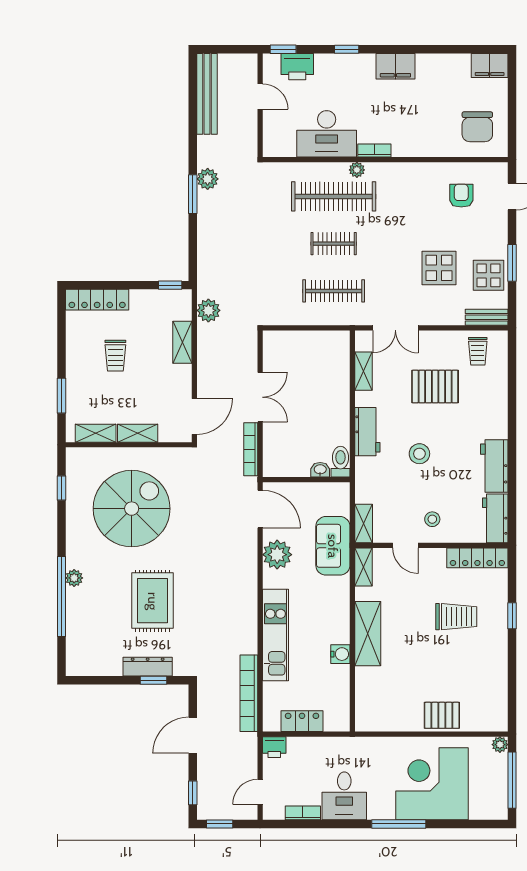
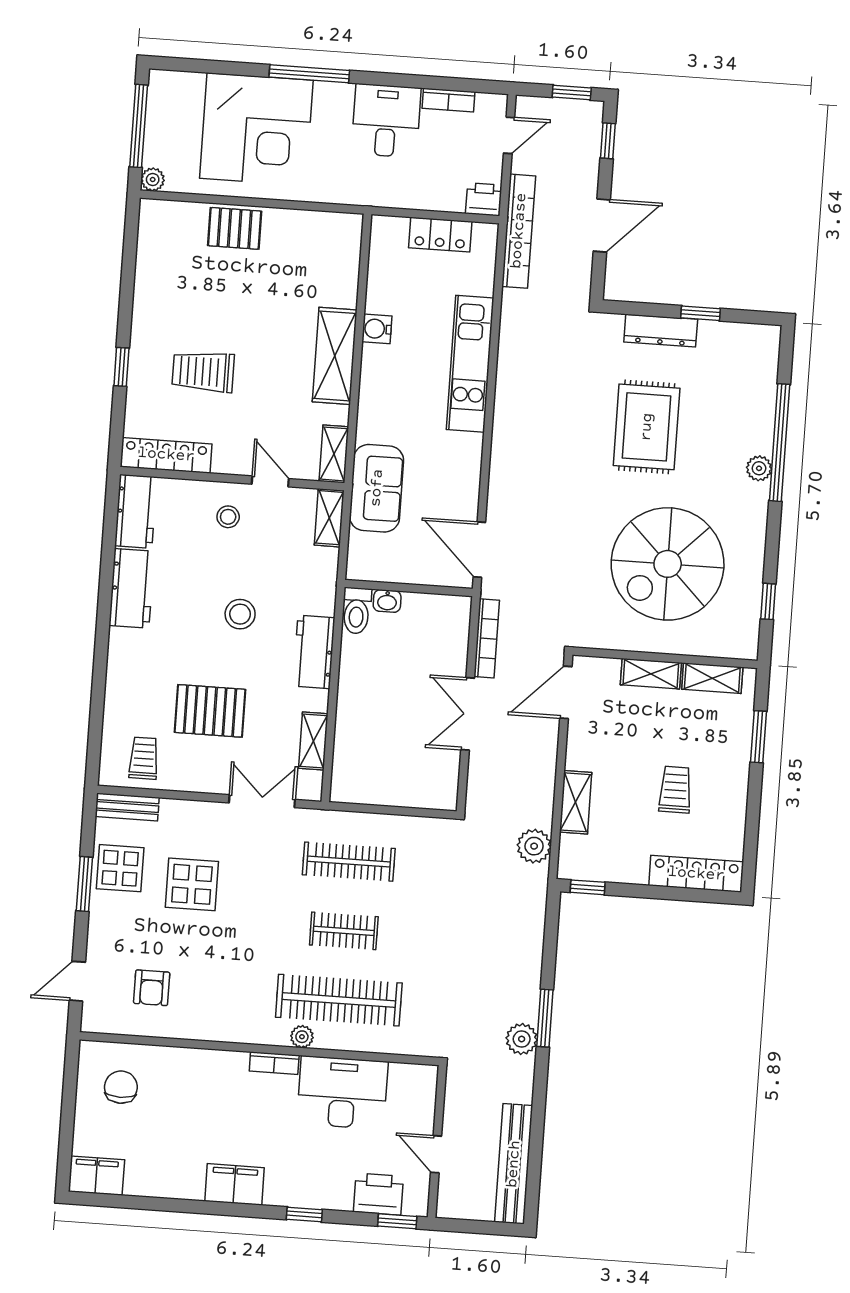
chair: (477, 127) -> (121, 1087), width x0.73, depth x0.73
plant: (277, 555) -> (459, 481), removed
window: (154, 680) -> (701, 313), moved
bookcase: (249, 693) -> (519, 231), moved

